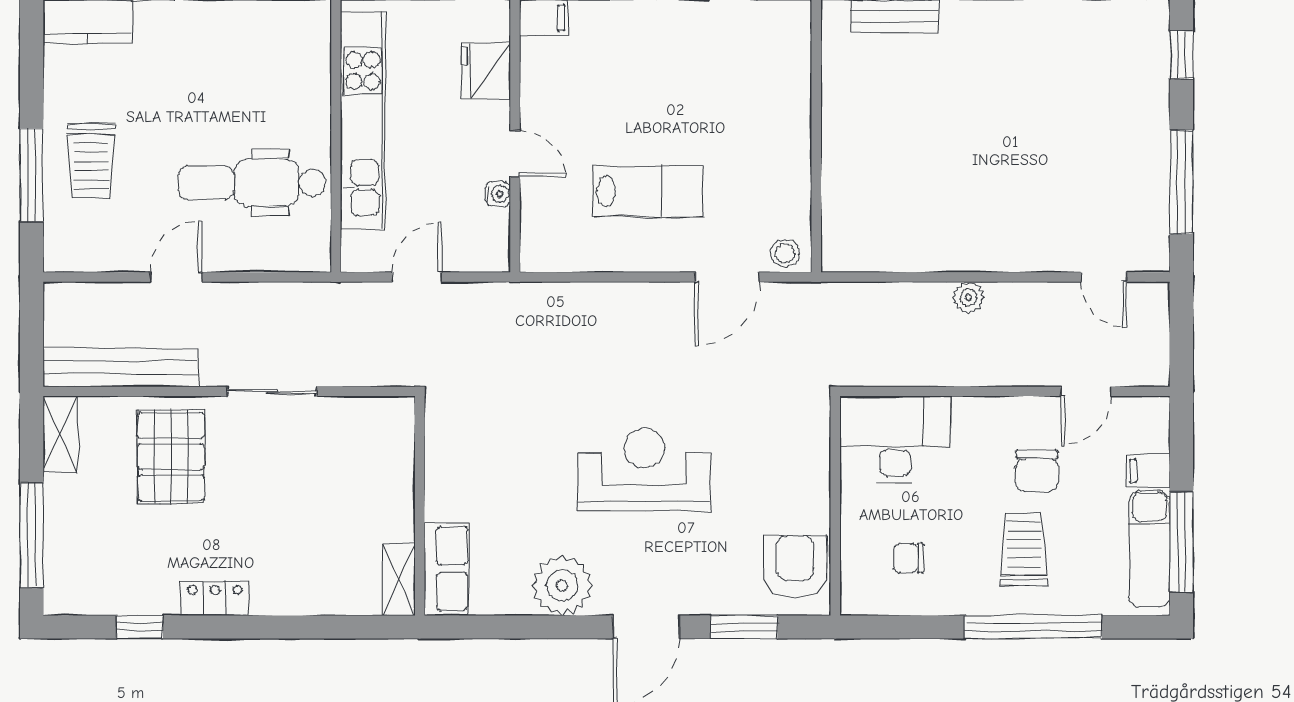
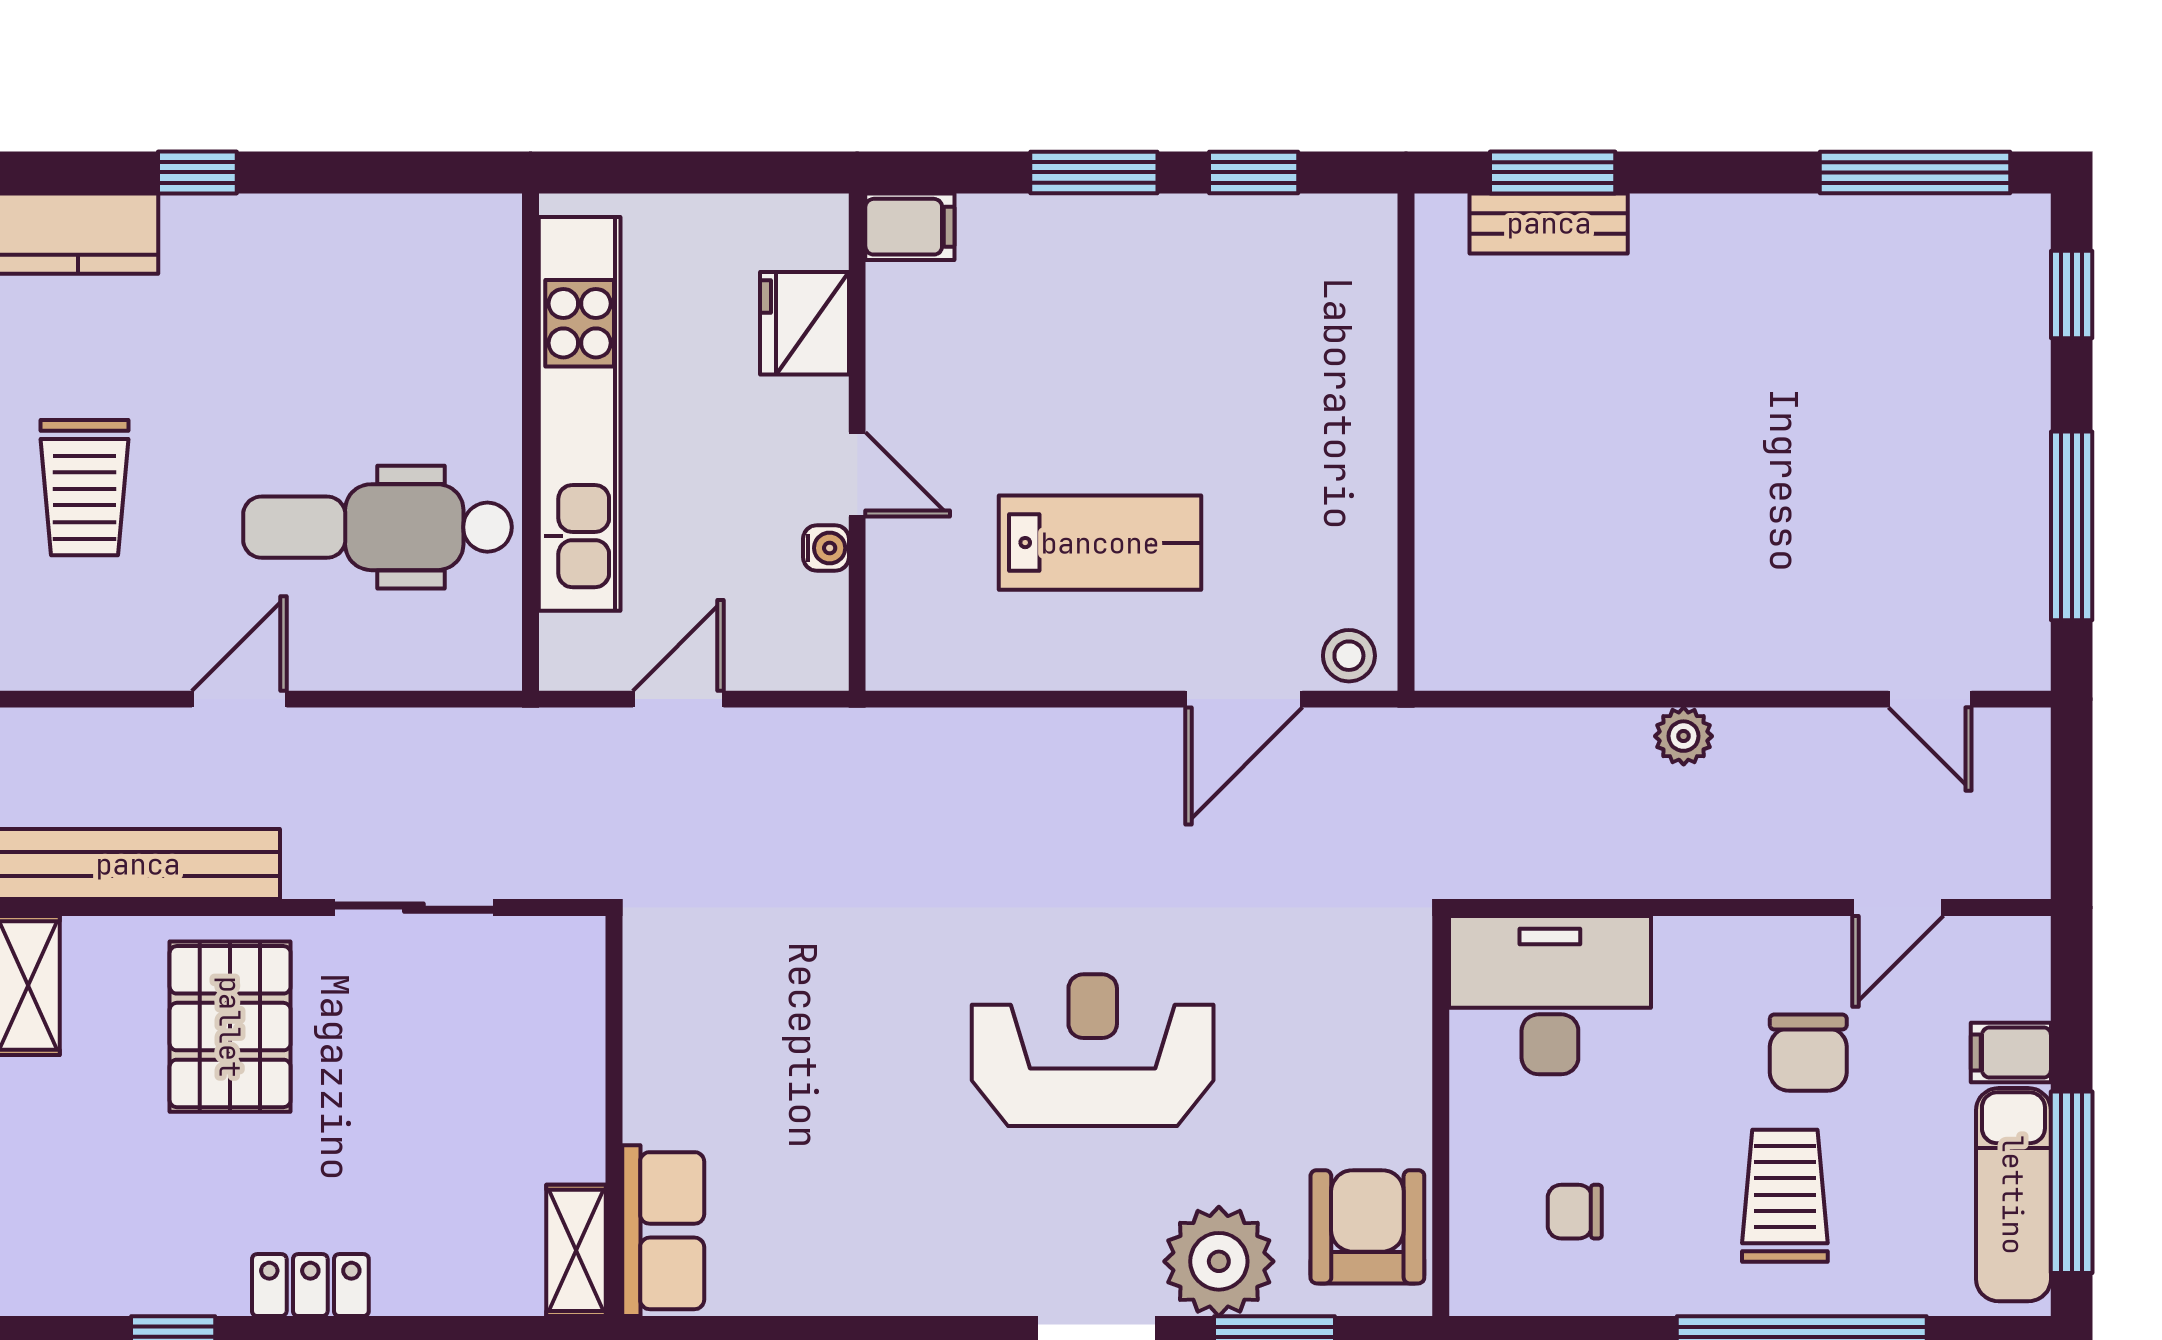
wall: (420, 506) -> (614, 1116), moved
row of seats: (447, 569) -> (663, 1231), moved
shelving: (399, 579) -> (576, 1250), moved
plant: (562, 585) -> (1219, 1261), moved

